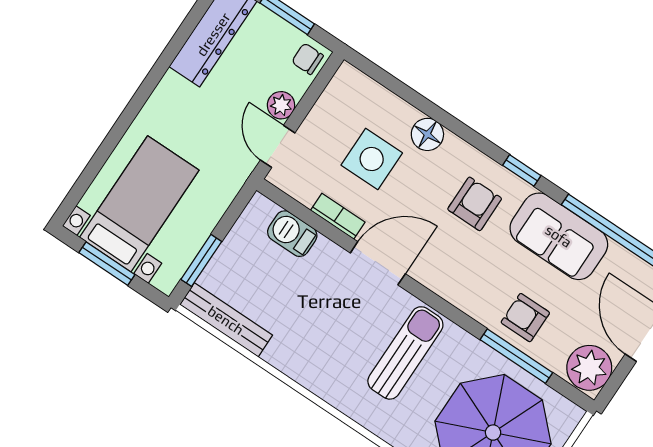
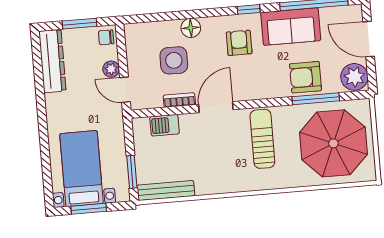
armchair: (525, 318) -> (305, 77), width x1.38, depth x1.38

